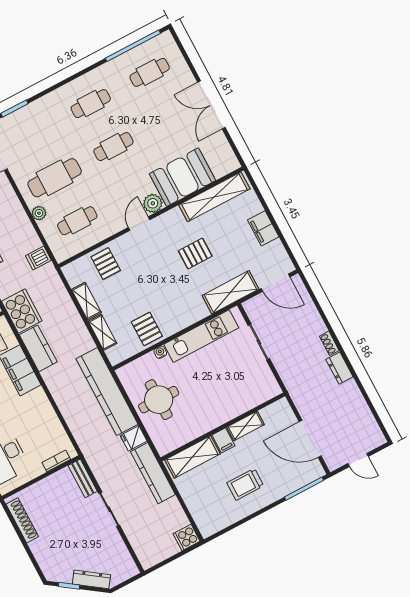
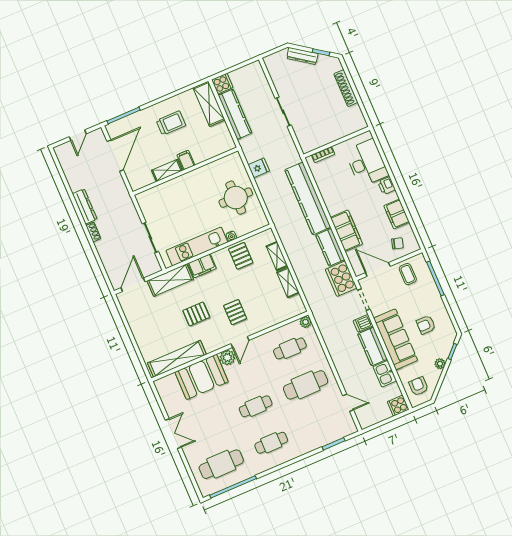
cafe table: (150, 72) -> (221, 464), width x1.37, depth x1.35
double door: (211, 105) -> (173, 434), width x0.73
plant: (39, 213) -> (305, 322), moved
filing cabinet: (263, 228) -> (202, 266), moved, turned 90
dishwasher: (38, 258) -> (324, 321), removed
pallet: (106, 264) -> (235, 312), moved
door: (276, 283) -> (133, 285), hinge flipped
dresser: (339, 368) -> (85, 206), width x1.44
kitchen counter: (107, 391) -> (308, 198), moved, turned 180
door: (310, 439) -> (115, 156), hinge flipped
shelving: (192, 457) -> (209, 104), moved, turned 90
door: (358, 460) -> (78, 135), swing flipped
kitchen counter: (153, 473) -> (235, 114), moved
bench: (83, 478) -> (303, 139), removed
shoe rack: (22, 520) -> (346, 88), moved

